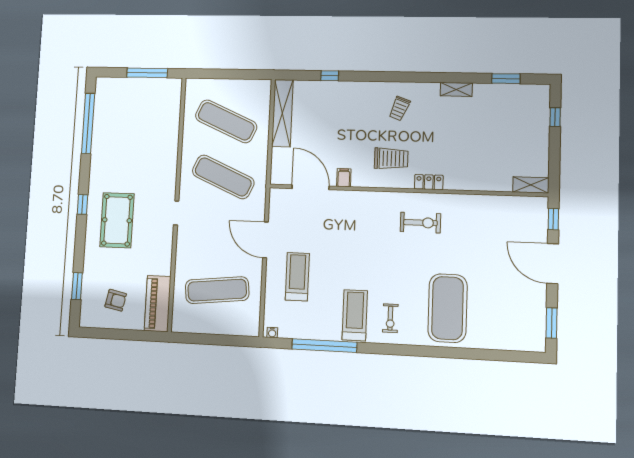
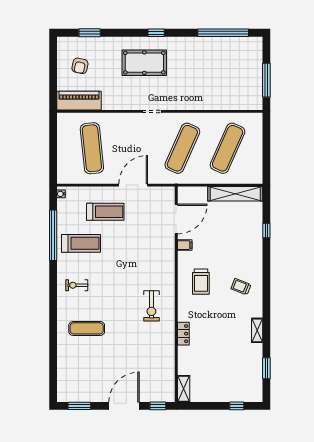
locker: (429, 182) -> (183, 334), moved
exercise mat: (448, 308) -> (87, 328), width x0.50, depth x0.69
treadmill: (355, 315) -> (81, 243), moved

